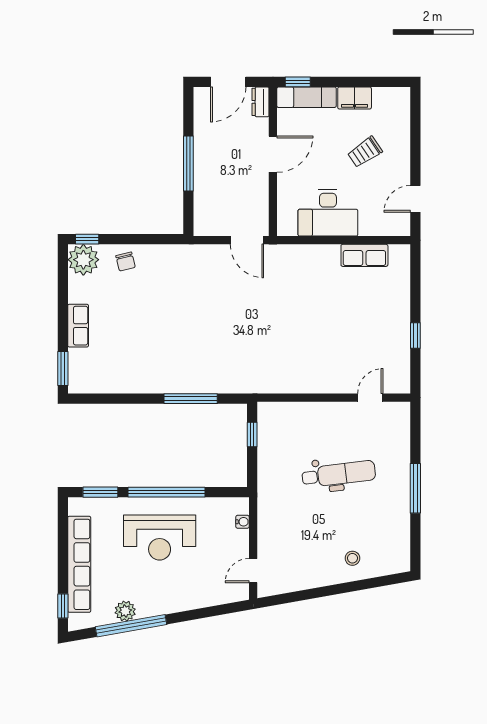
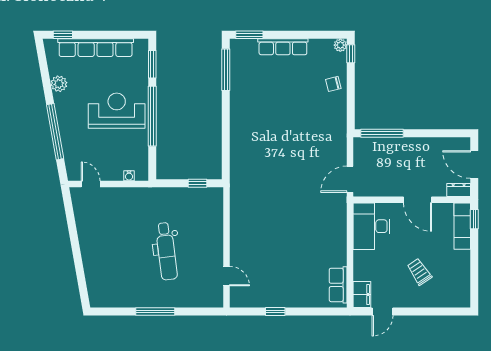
filing cabinet: (355, 98) -> (362, 294), moved, turned 180
window: (188, 163) -> (382, 133), moved
door: (415, 199) -> (382, 311), swing flipped
desk: (328, 213) -> (371, 226), moved
row of seats: (364, 255) -> (338, 285), moved
plant: (83, 260) -> (340, 45), width x0.53, depth x0.53
row of seats: (78, 326) -> (283, 47), width x1.48
window: (191, 399) -> (226, 70), moved
reception desk: (160, 537) -> (117, 111), turned 90
stool: (352, 558) -> (100, 262), removed
window: (131, 626) -> (55, 132), moved

